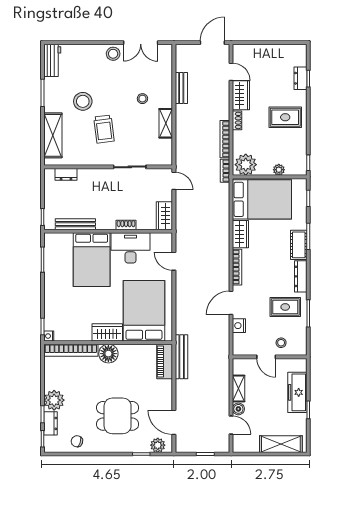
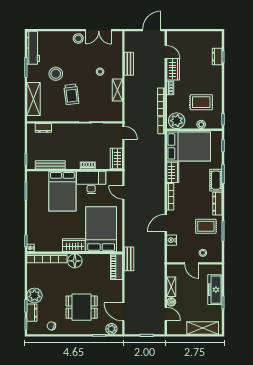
workbench: (52, 60) -> (33, 48), width x1.38
rug: (285, 117) -> (201, 102), moved
bench: (182, 357) -> (129, 259), width x0.73

